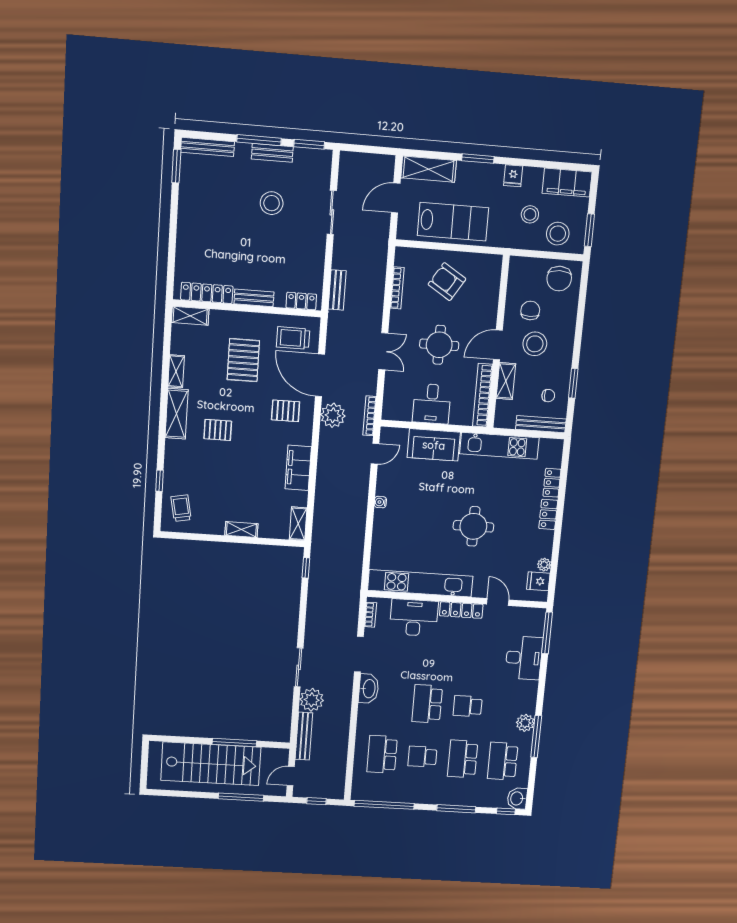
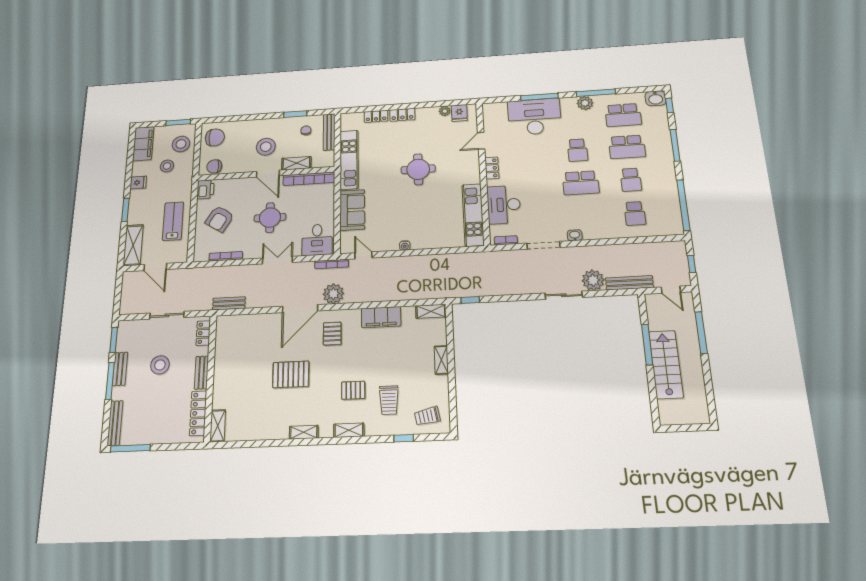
window: (176, 166) -> (130, 448), width x1.44
lab bench: (453, 222) -> (173, 221), width x0.73, depth x0.72
printer: (489, 265) -> (205, 189), added
locker: (207, 293) -> (198, 413), moved
bench: (254, 298) -> (201, 373), moved
locker: (301, 301) -> (203, 333), moved
wall: (247, 308) -> (210, 378), moved
chair: (530, 310) -> (214, 166), moved
shelving: (190, 316) -> (218, 426), moved
trolley: (293, 338) -> (389, 400), moved
desk: (432, 404) -> (317, 240), moved, turned 90
shelving: (177, 414) -> (349, 430), width x0.67, depth x0.75
pallet: (218, 430) -> (353, 390), turned 90
kitchen unit: (420, 583) -> (473, 215), width x0.73
locker: (461, 610) -> (492, 168), width x0.66
window: (547, 633) -> (539, 97), moved
desk: (524, 658) -> (534, 117), width x1.36, depth x1.30
washbasin: (369, 689) -> (575, 235), width x0.52, depth x0.69
school desk: (382, 754) -> (635, 213), width x0.54
stairs: (211, 764) -> (666, 364), width x0.73, depth x0.66

